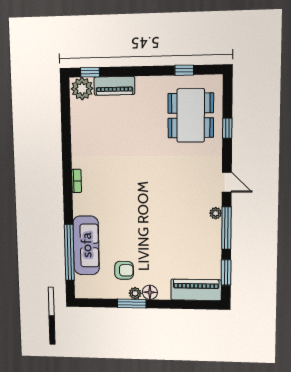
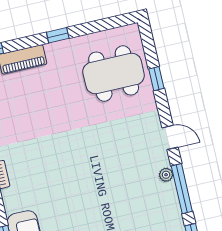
window: (184, 70) -> (58, 35), moved
dining table: (191, 115) -> (114, 73), turned 90

